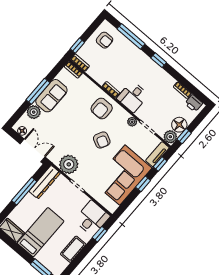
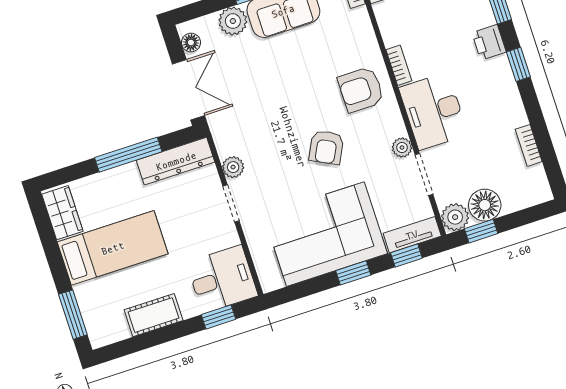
desk: (133, 97) -> (433, 111), width x1.37
printer: (194, 103) -> (489, 42), moved
plant: (69, 164) -> (233, 167), width x0.53, depth x0.53

